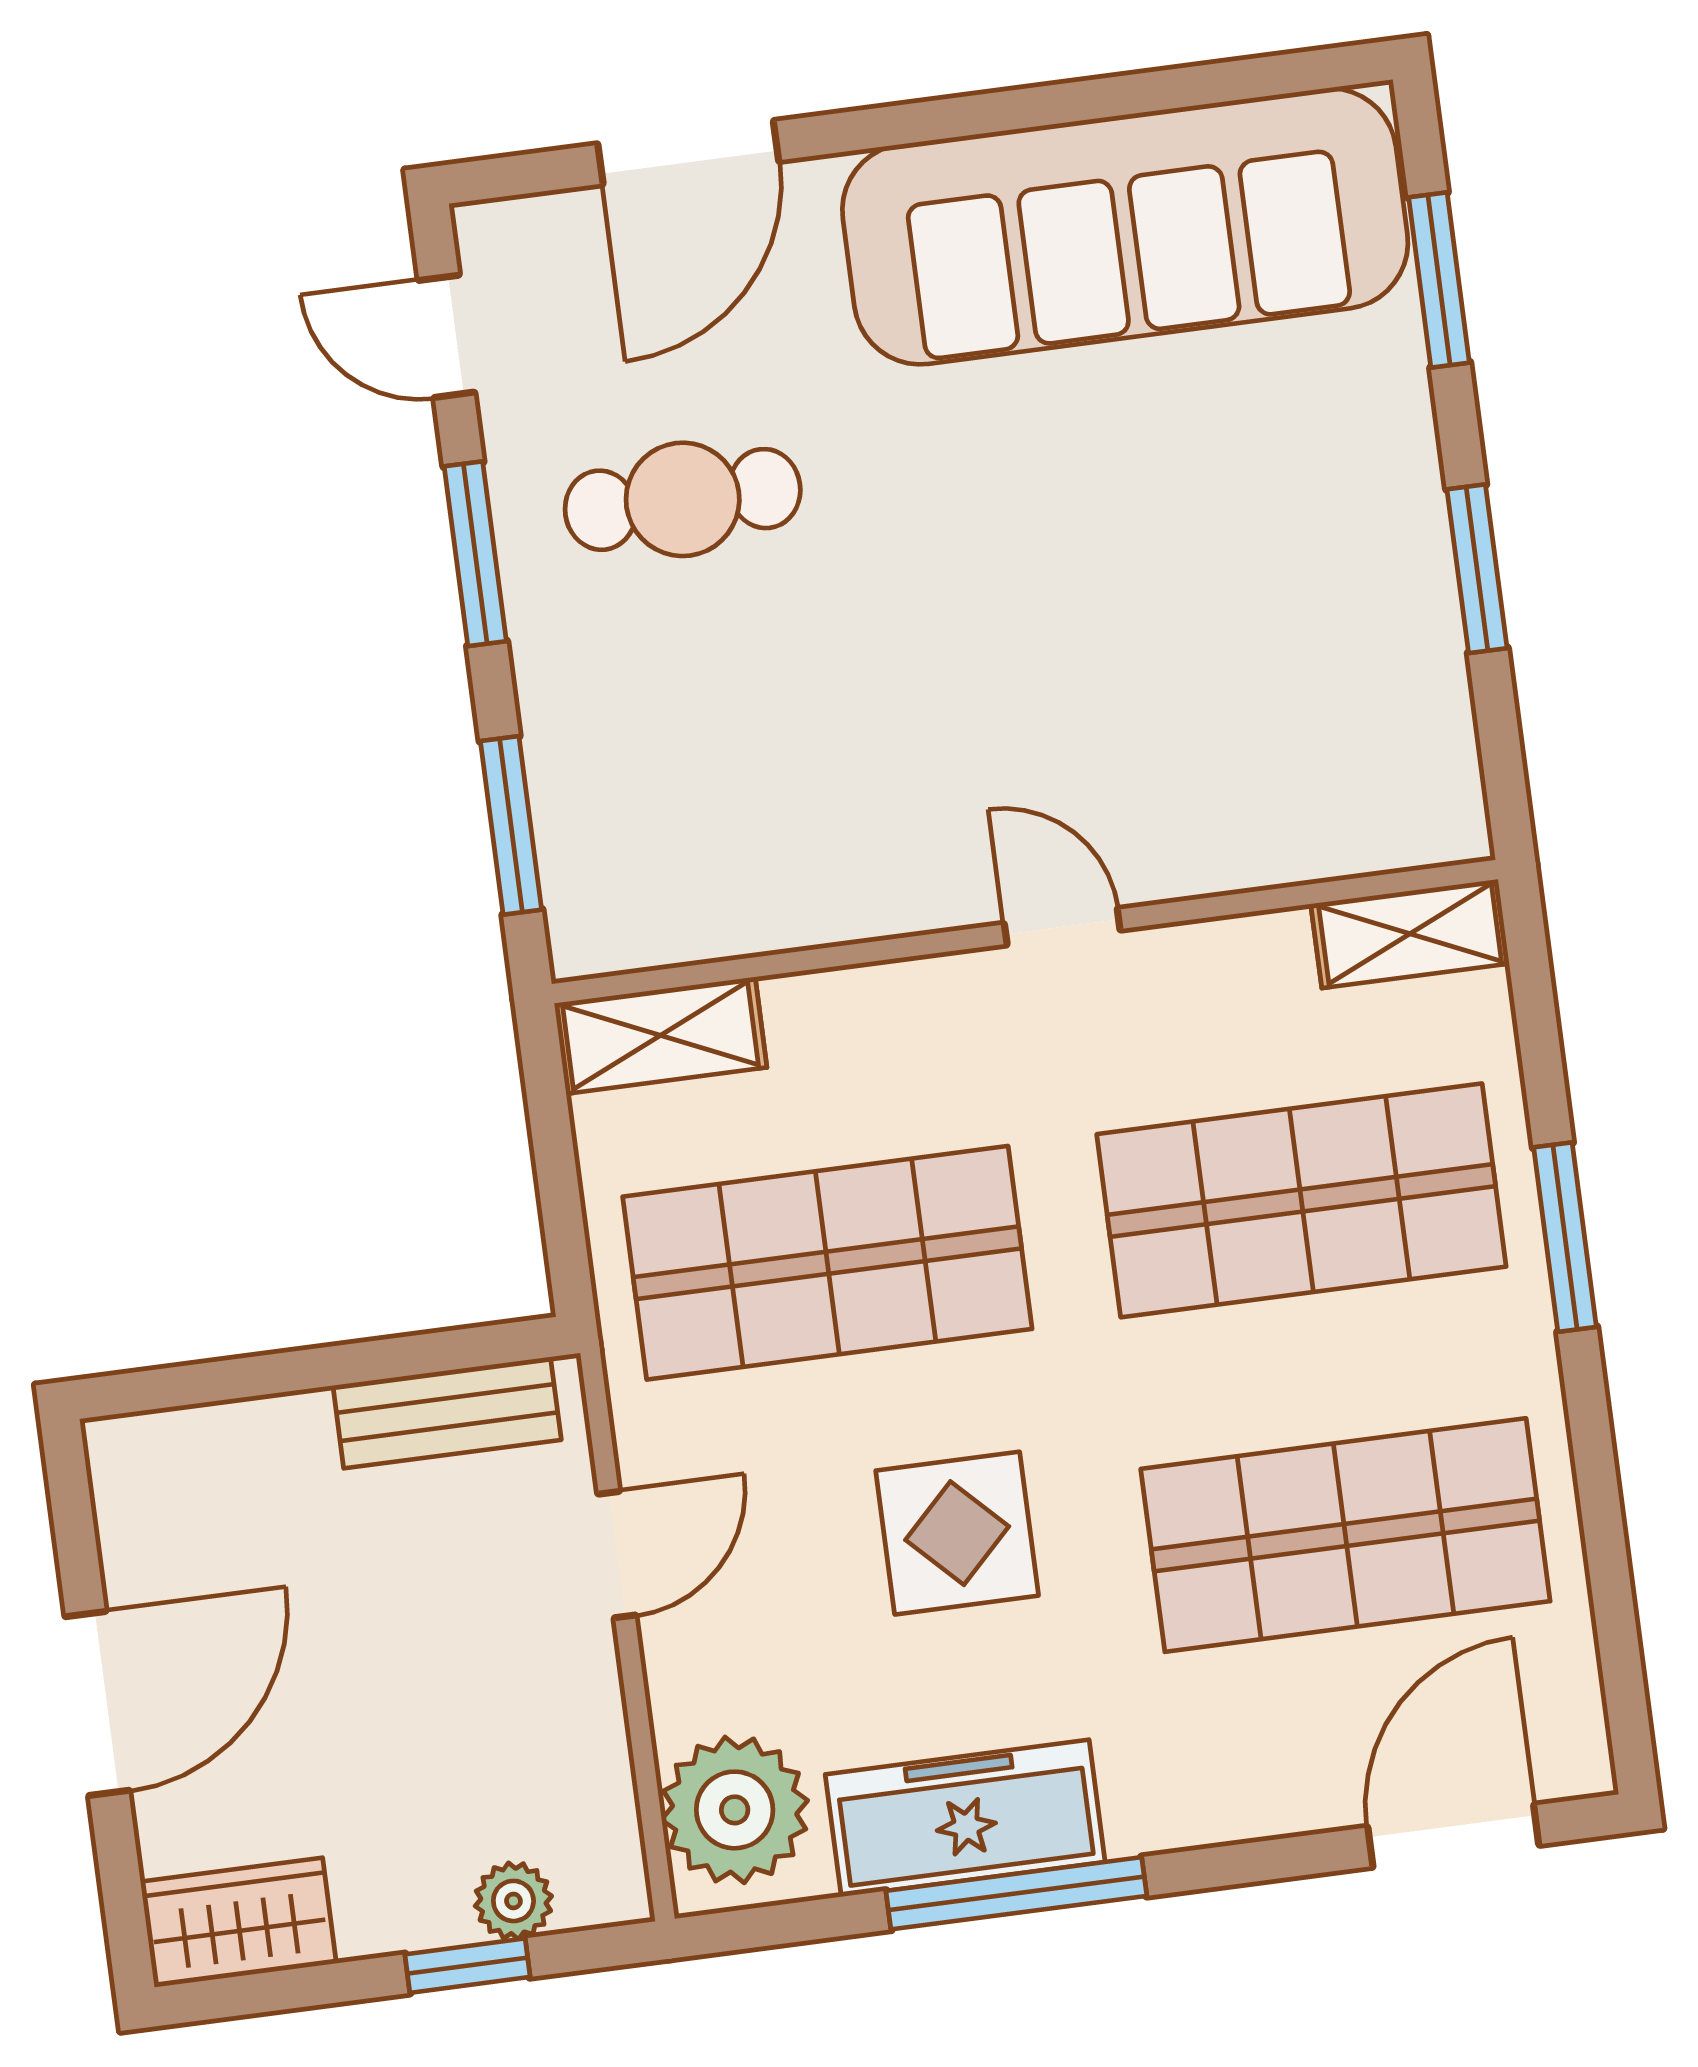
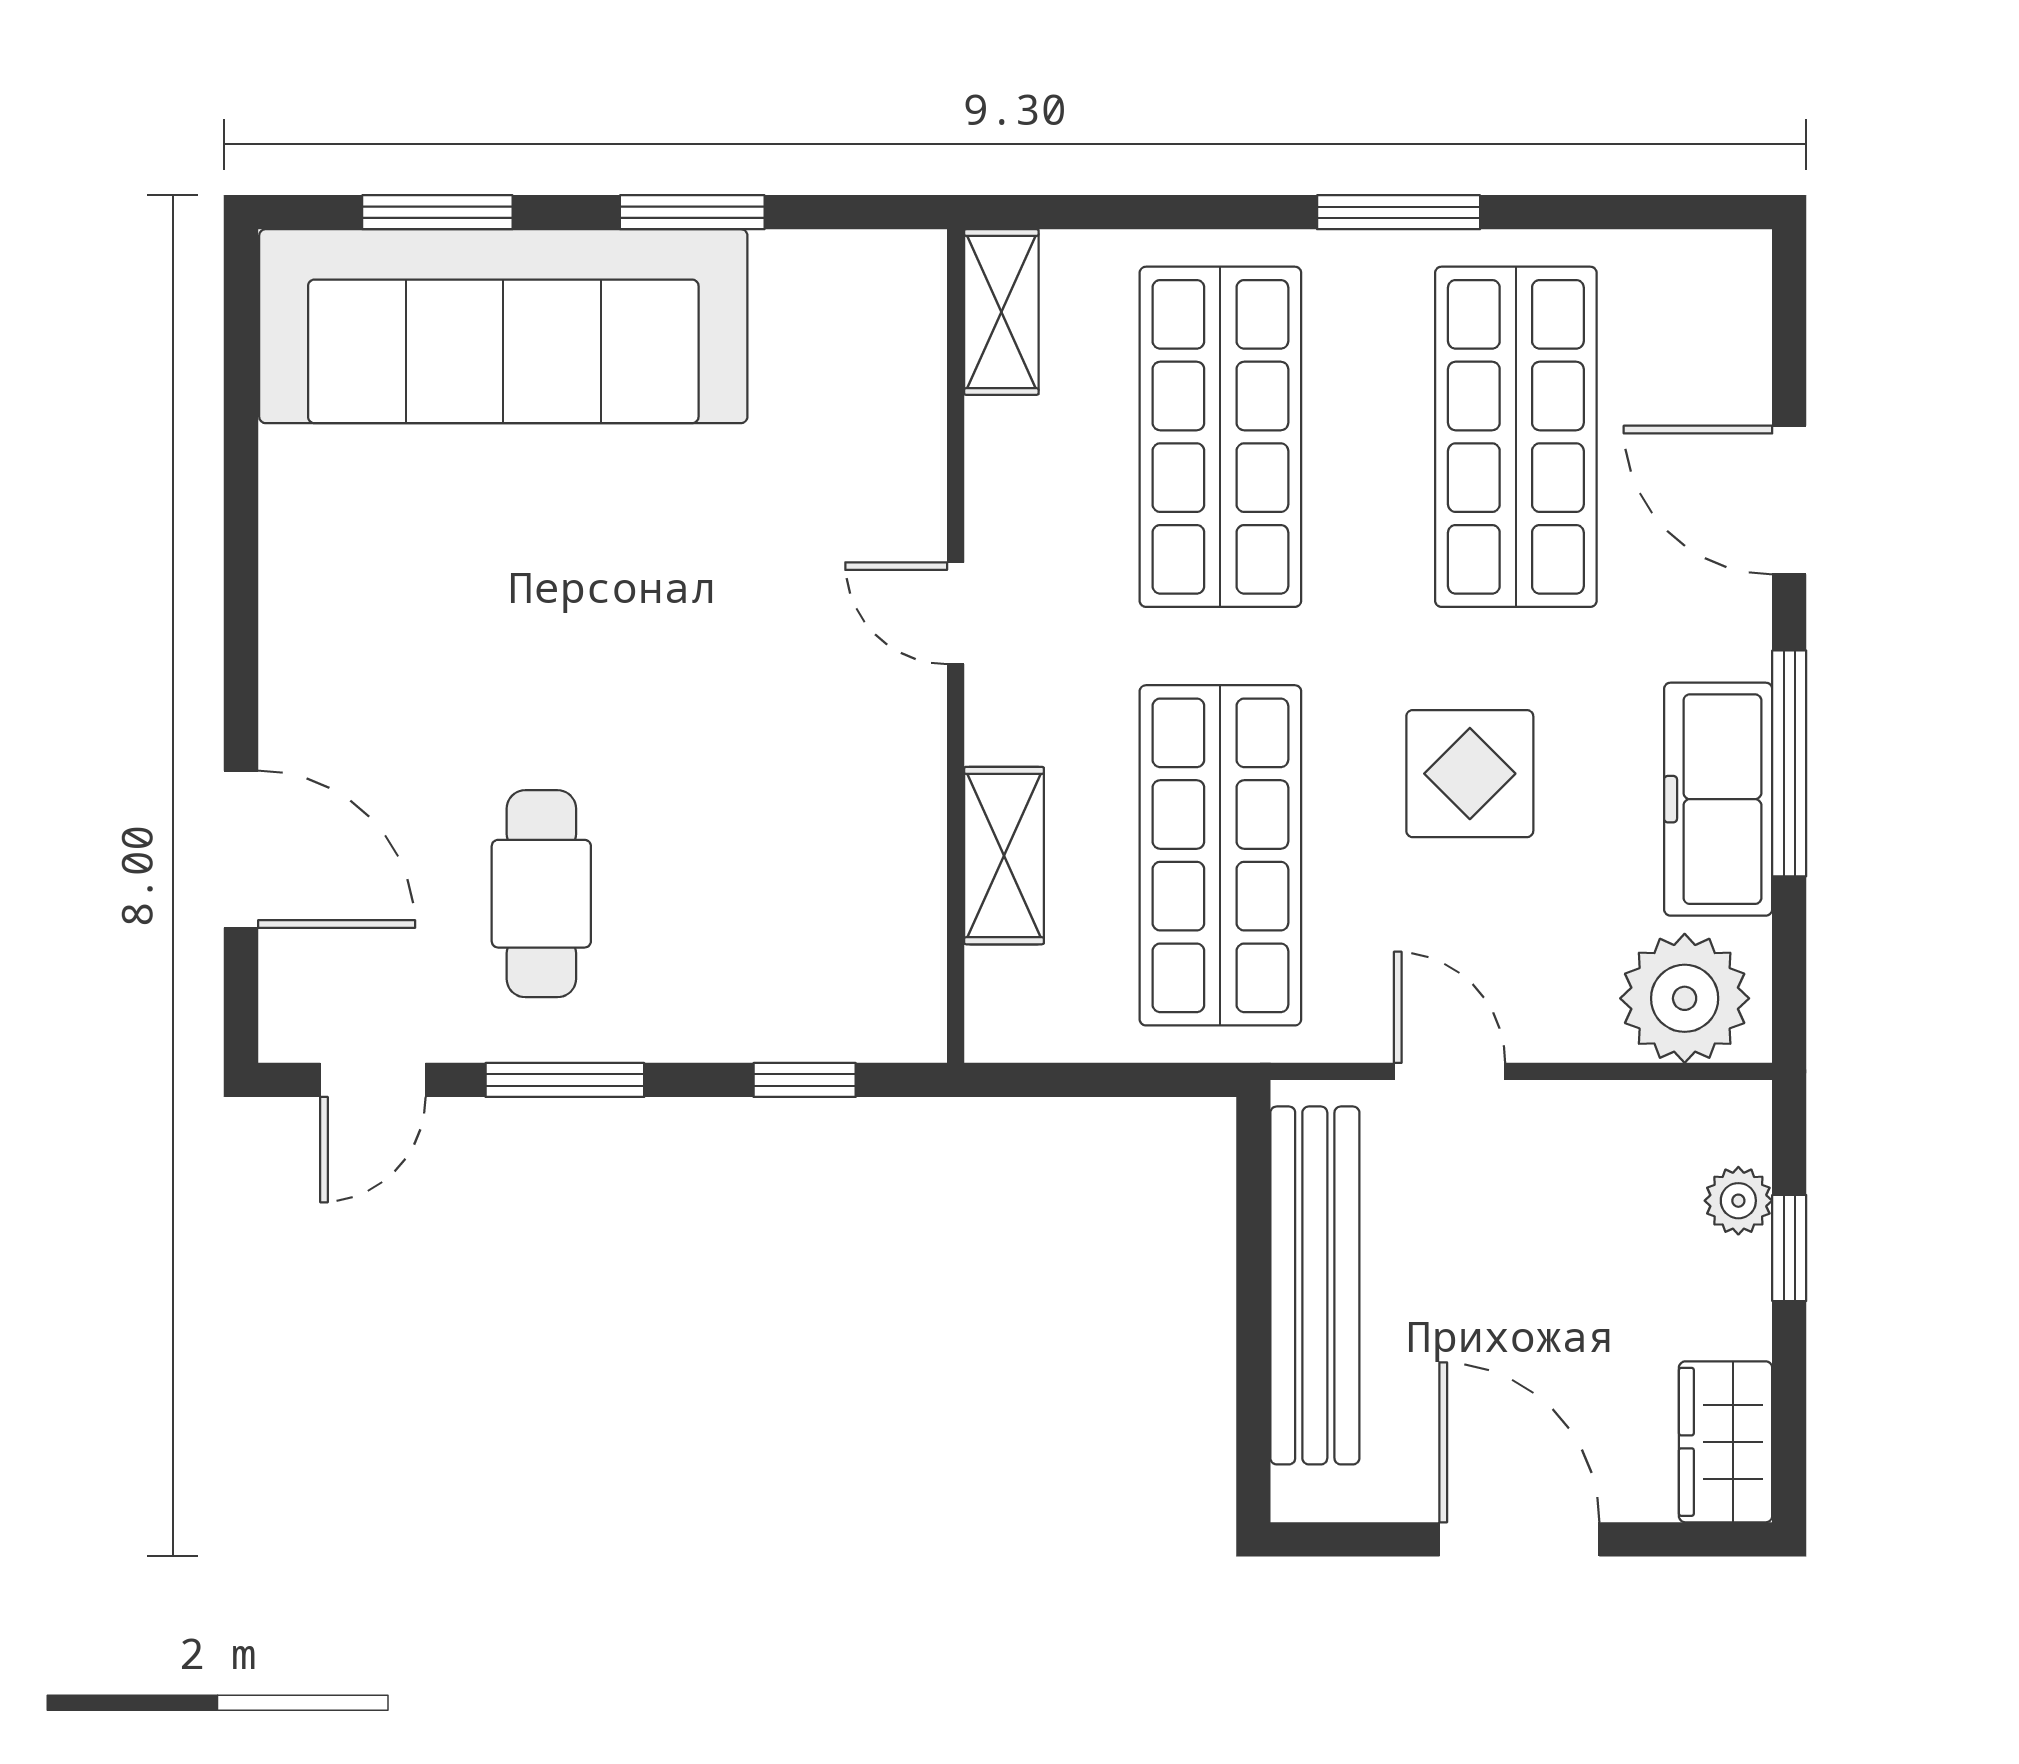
sofa: (1125, 226) -> (503, 326), moved, turned 90
window: (511, 825) -> (805, 1080), width x0.67
door: (1062, 927) -> (956, 613), hinge flipped
shelving: (660, 1035) -> (1004, 856), moved
window: (1565, 1237) -> (1399, 212), moved
bench: (447, 1413) -> (1315, 1285), width x1.86, depth x1.21
door: (1453, 1836) -> (1789, 500), moved

